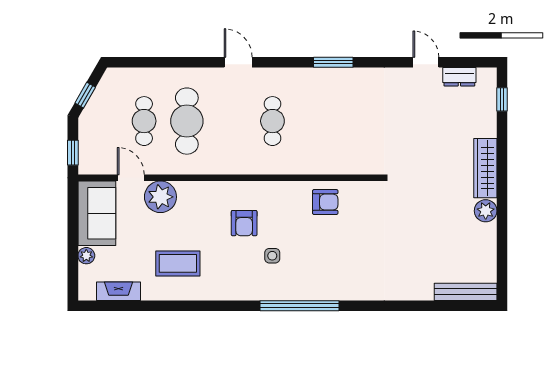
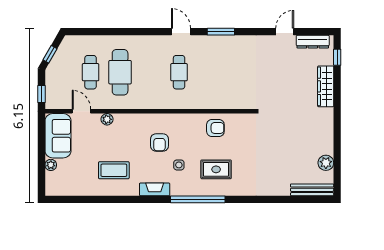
door: (238, 62) -> (181, 32), moved
door: (426, 62) -> (285, 32), hinge flipped
dresser: (459, 77) -> (313, 42), width x1.44
wardrobe: (485, 168) -> (326, 86), moved
plant: (160, 197) -> (107, 119), width x0.53, depth x0.53
plant: (486, 211) -> (326, 163), moved
rug: (326, 262) -> (216, 169), added
fireplace: (118, 291) -> (155, 189), moved

